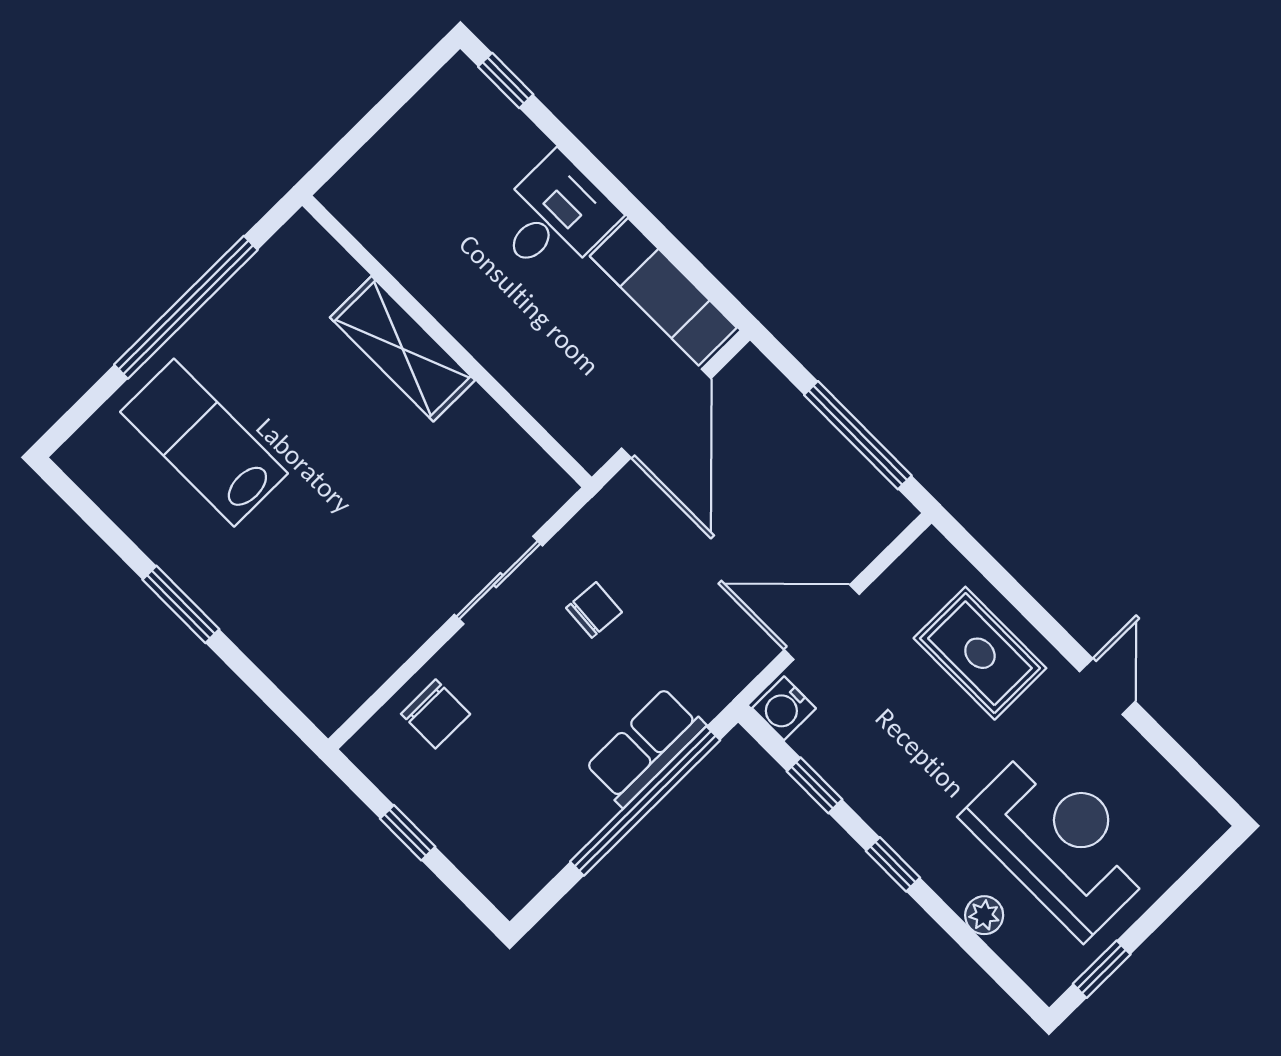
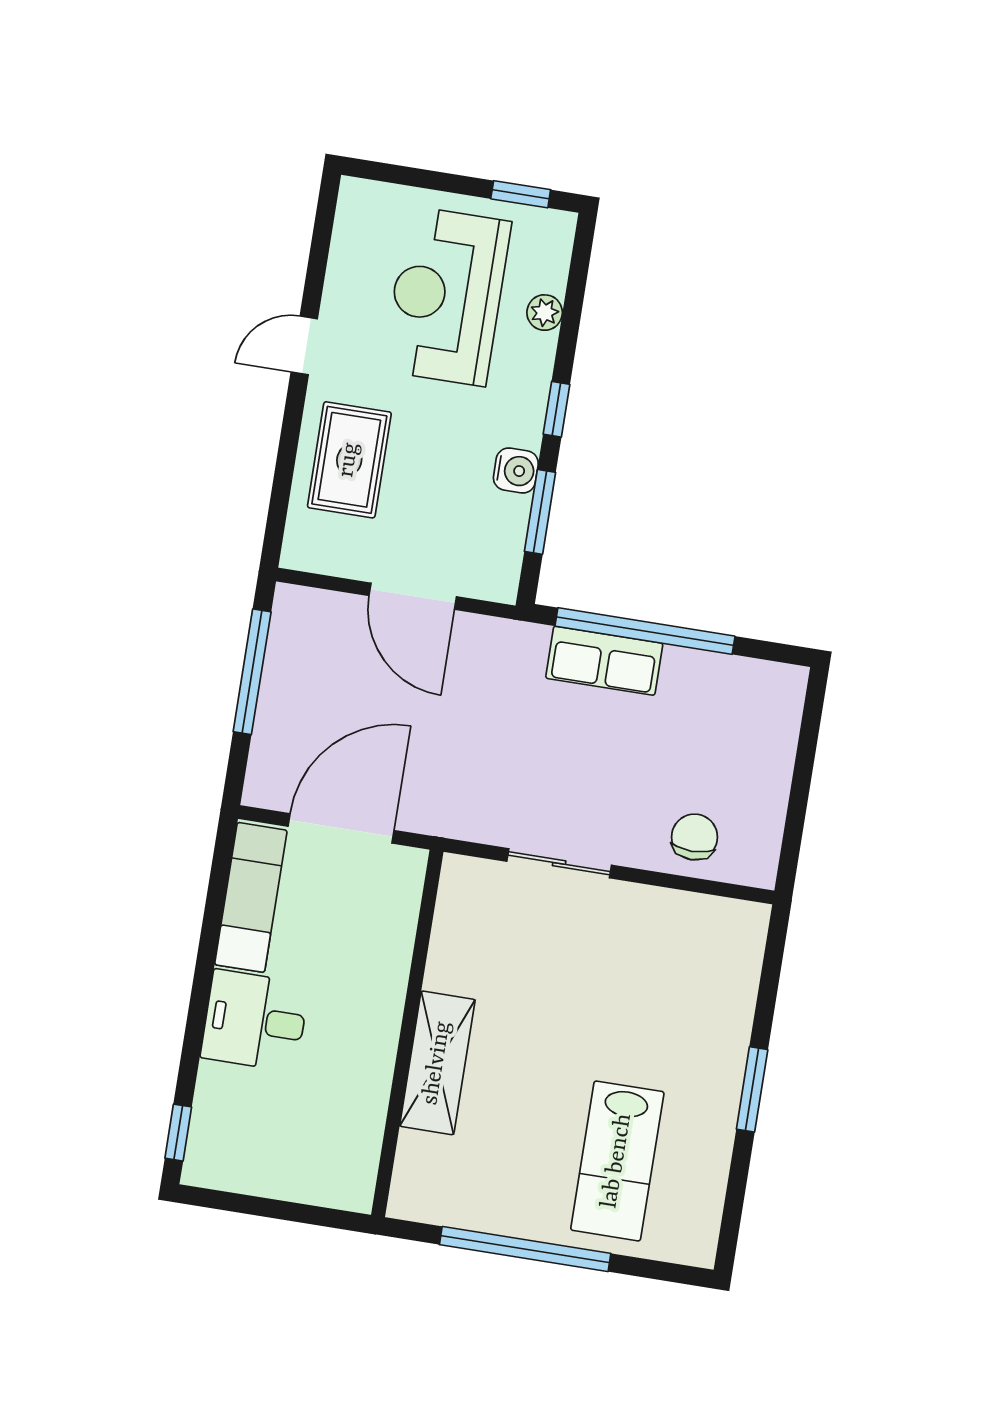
chair: (594, 610) -> (529, 775), removed
water cooler: (784, 708) -> (516, 470), moved
window: (815, 785) -> (540, 512), width x1.50
window: (408, 833) -> (800, 793), removed

